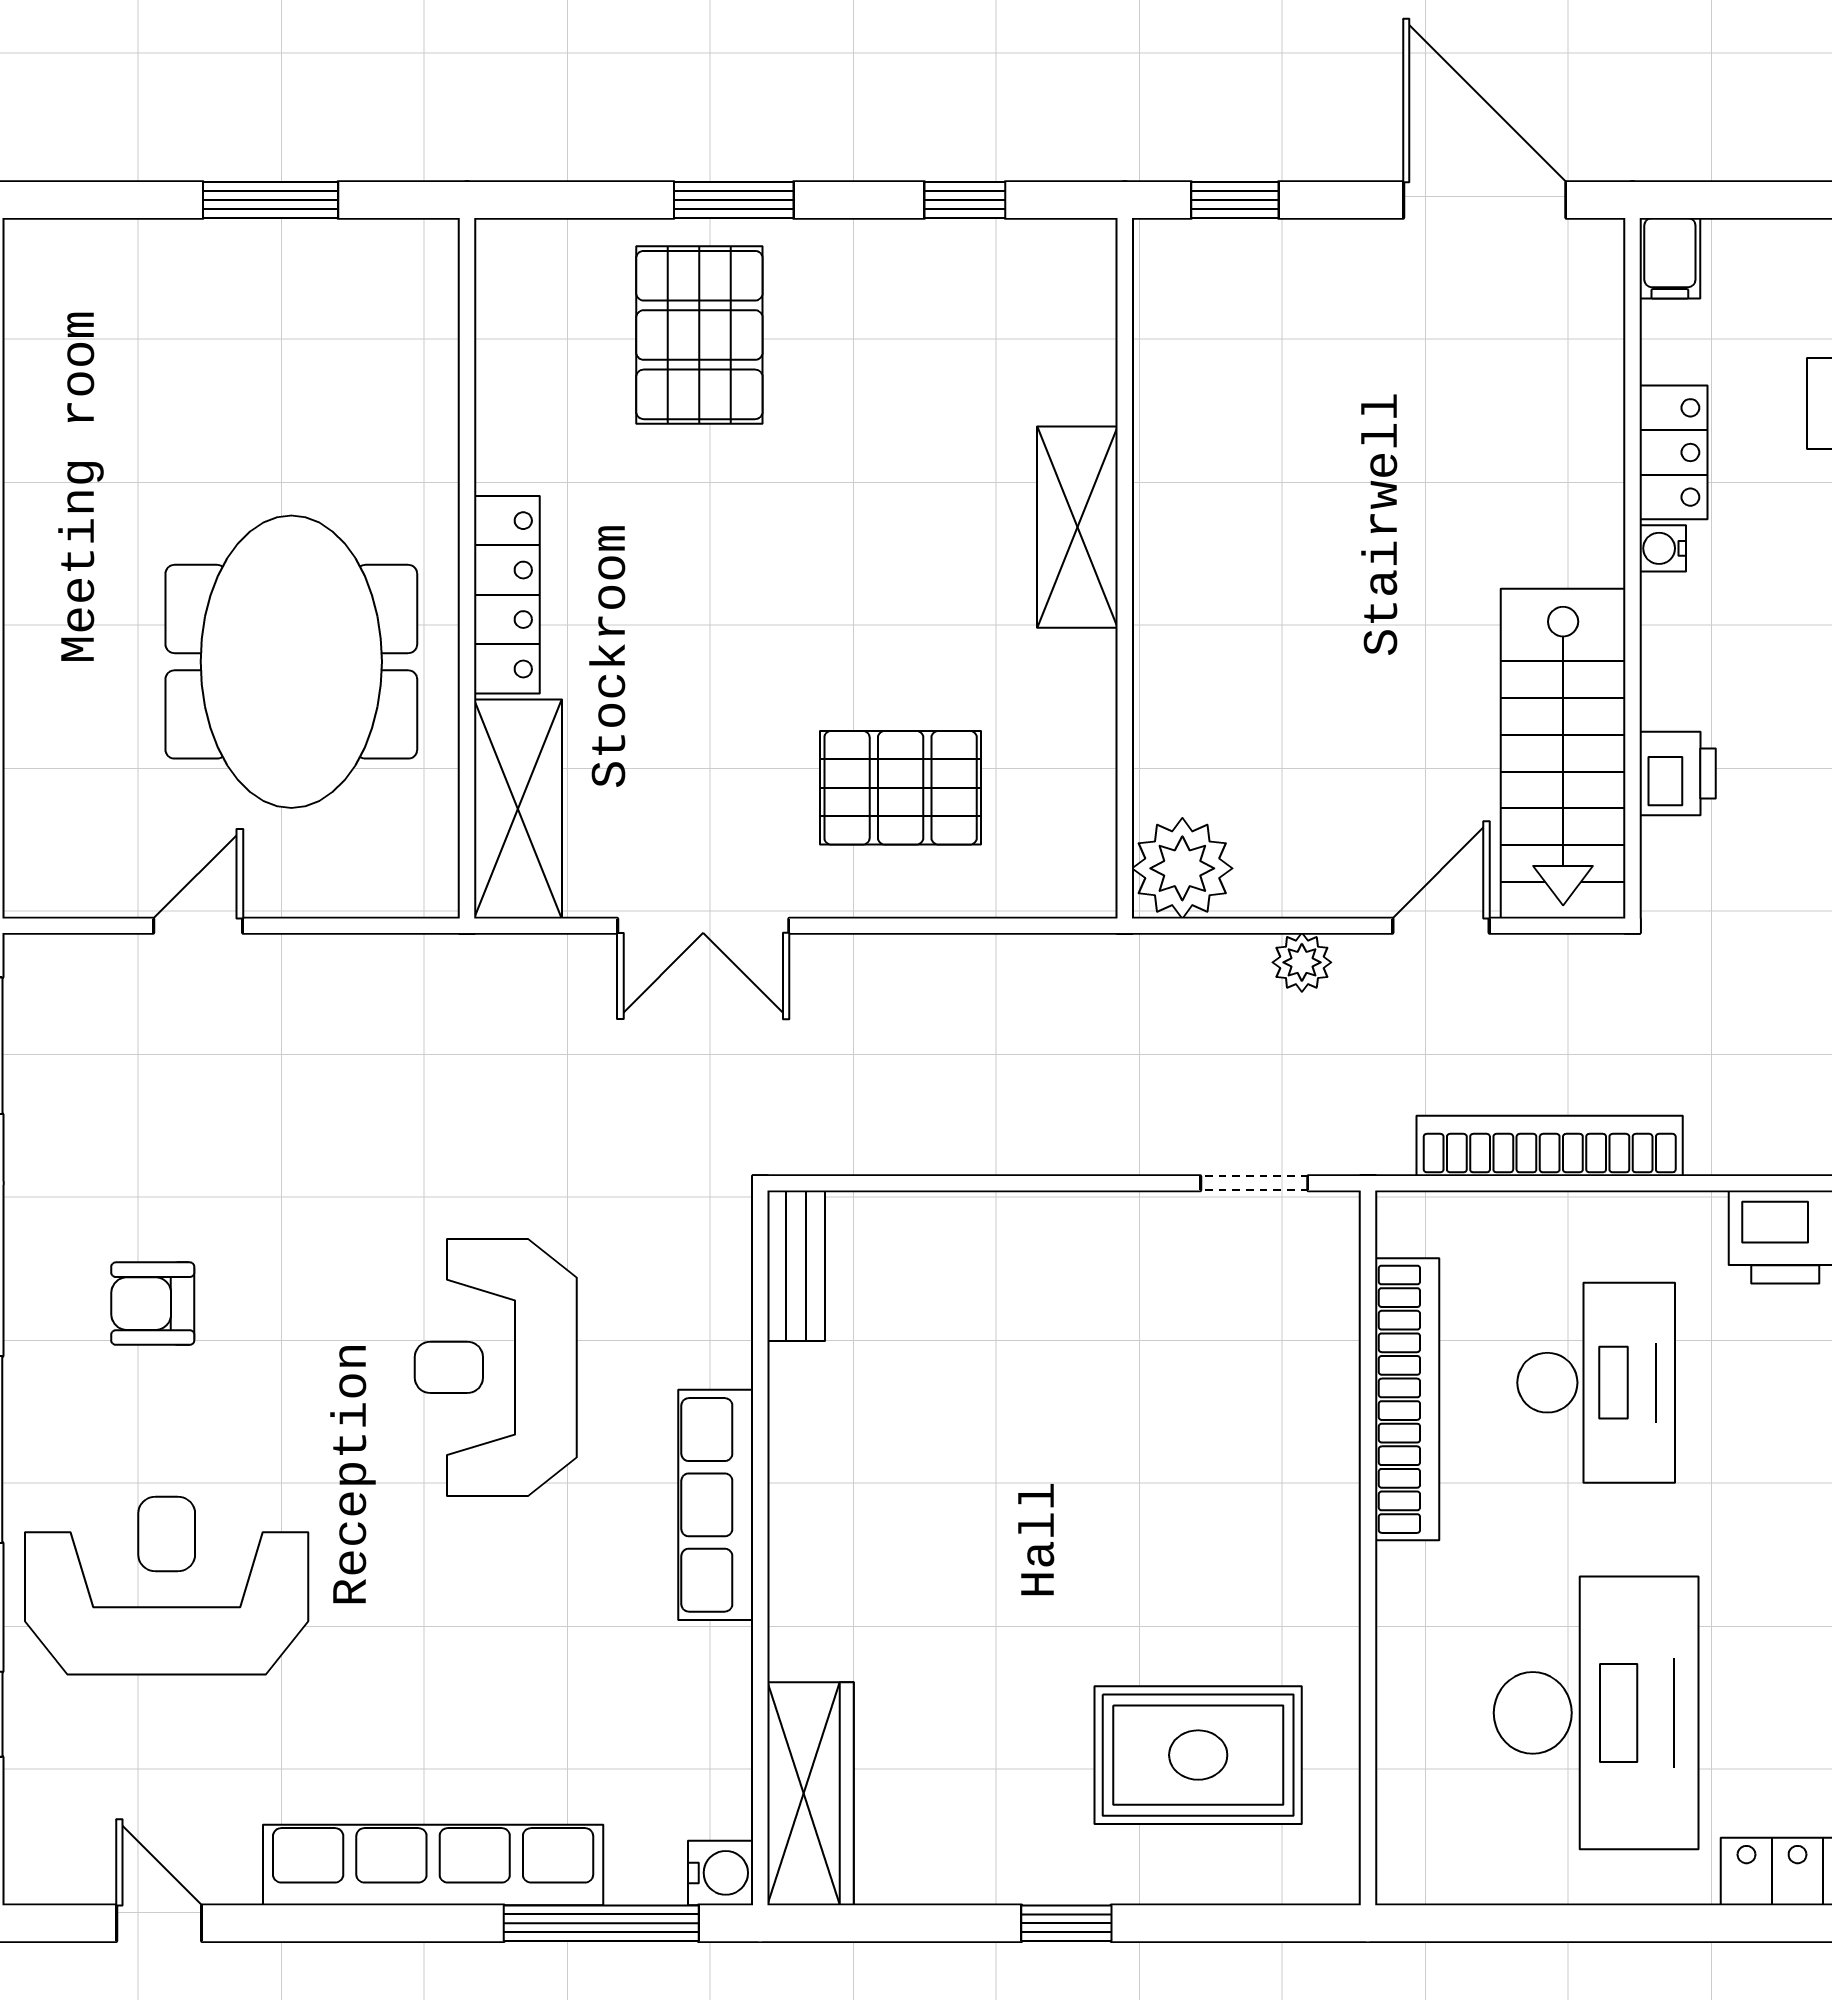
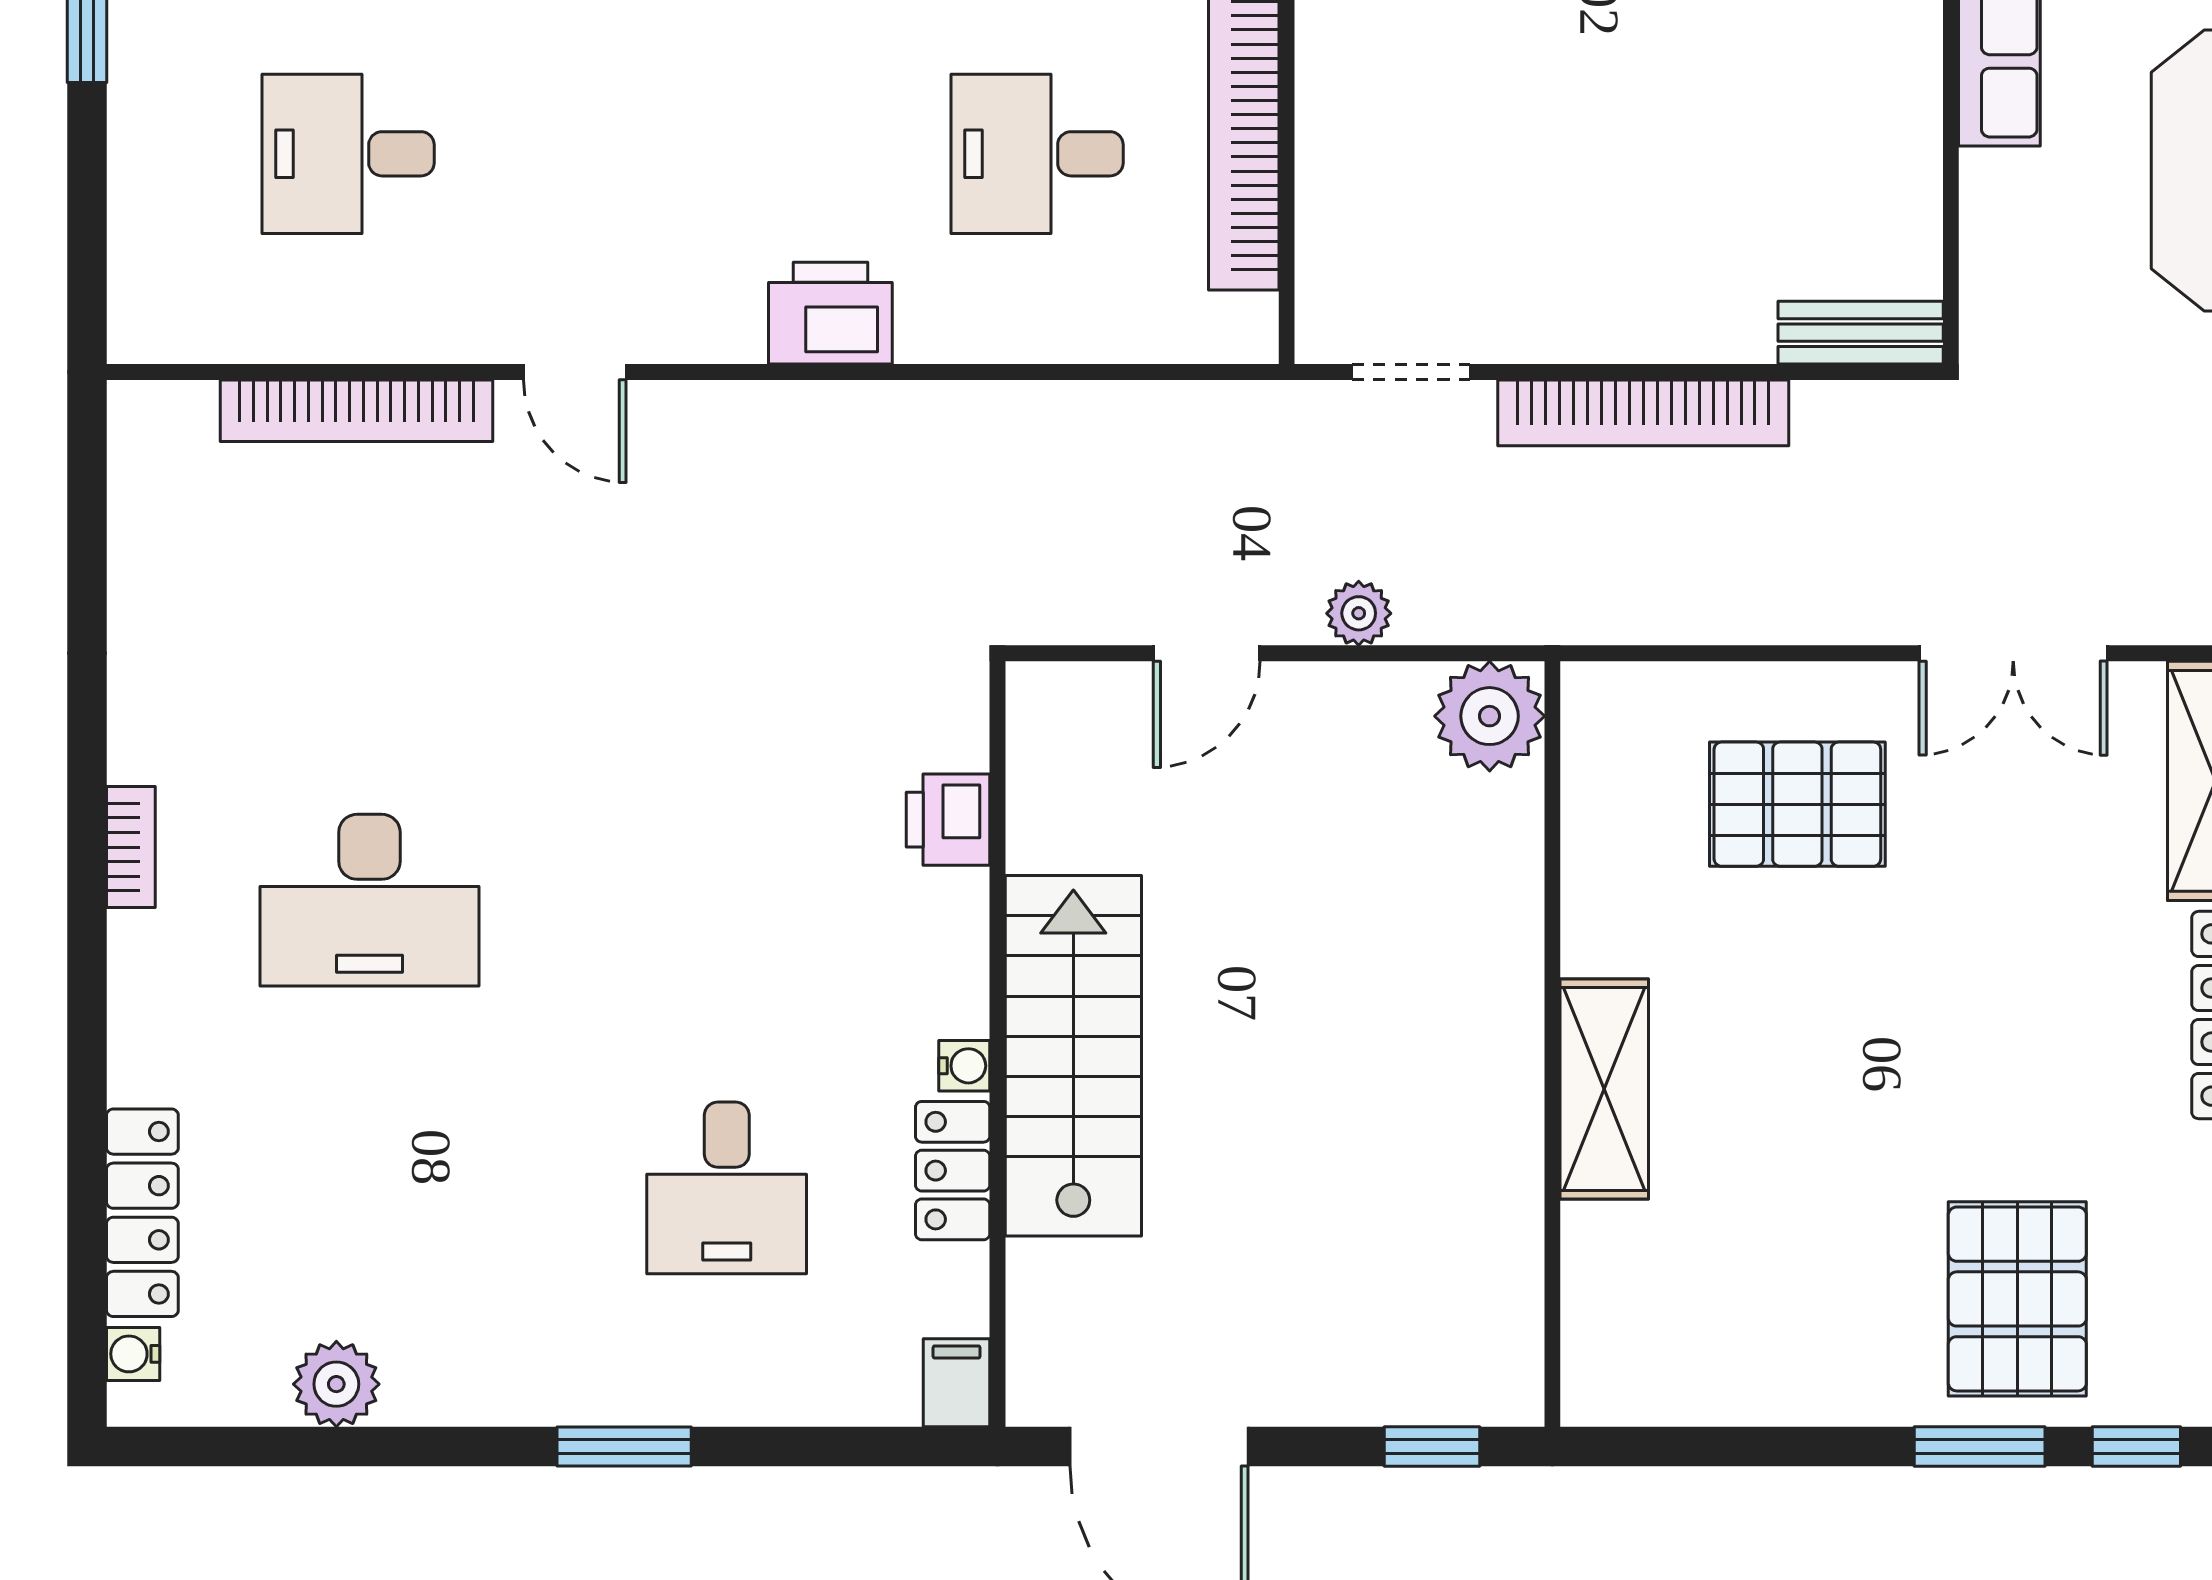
window: (965, 200) -> (2136, 1446), moved
stairs: (1563, 754) -> (1073, 1056), moved
double door: (703, 926) -> (2013, 653), swing flipped
bookcase: (1550, 1146) -> (1643, 413), moved
bench: (796, 1266) -> (1861, 333), moved, turned 90
desk: (1596, 1383) -> (1037, 154), width x0.73

